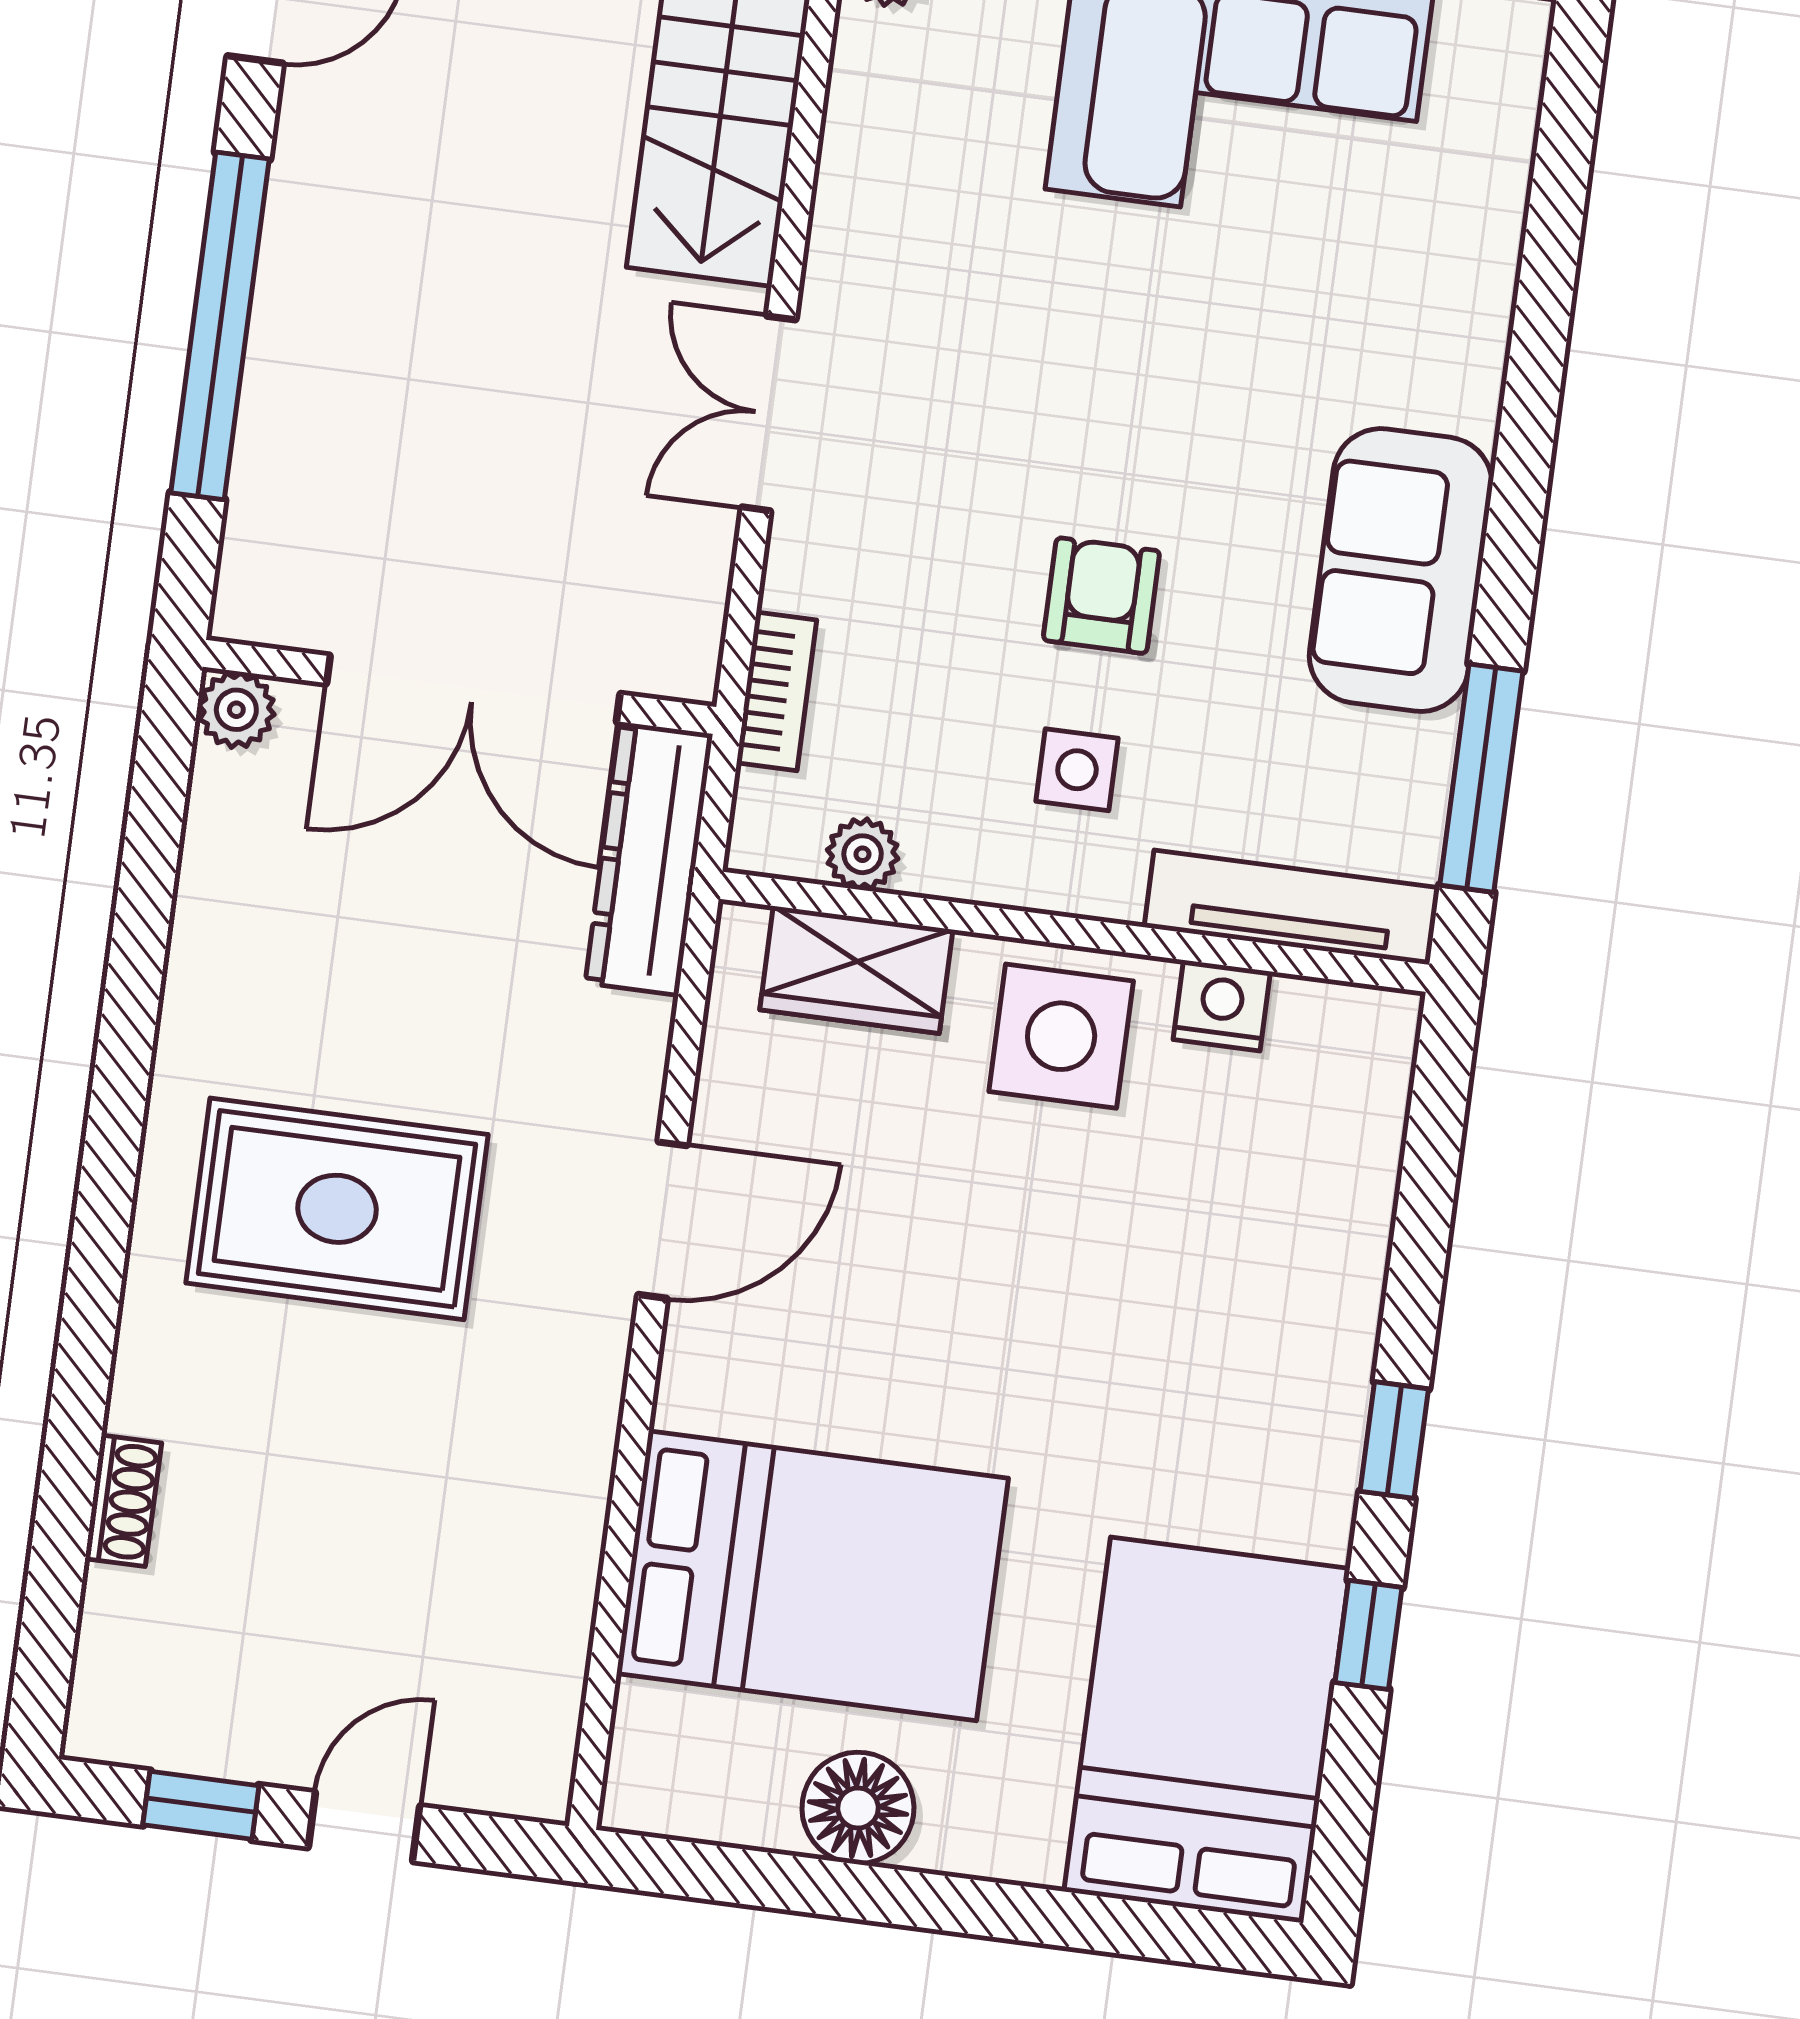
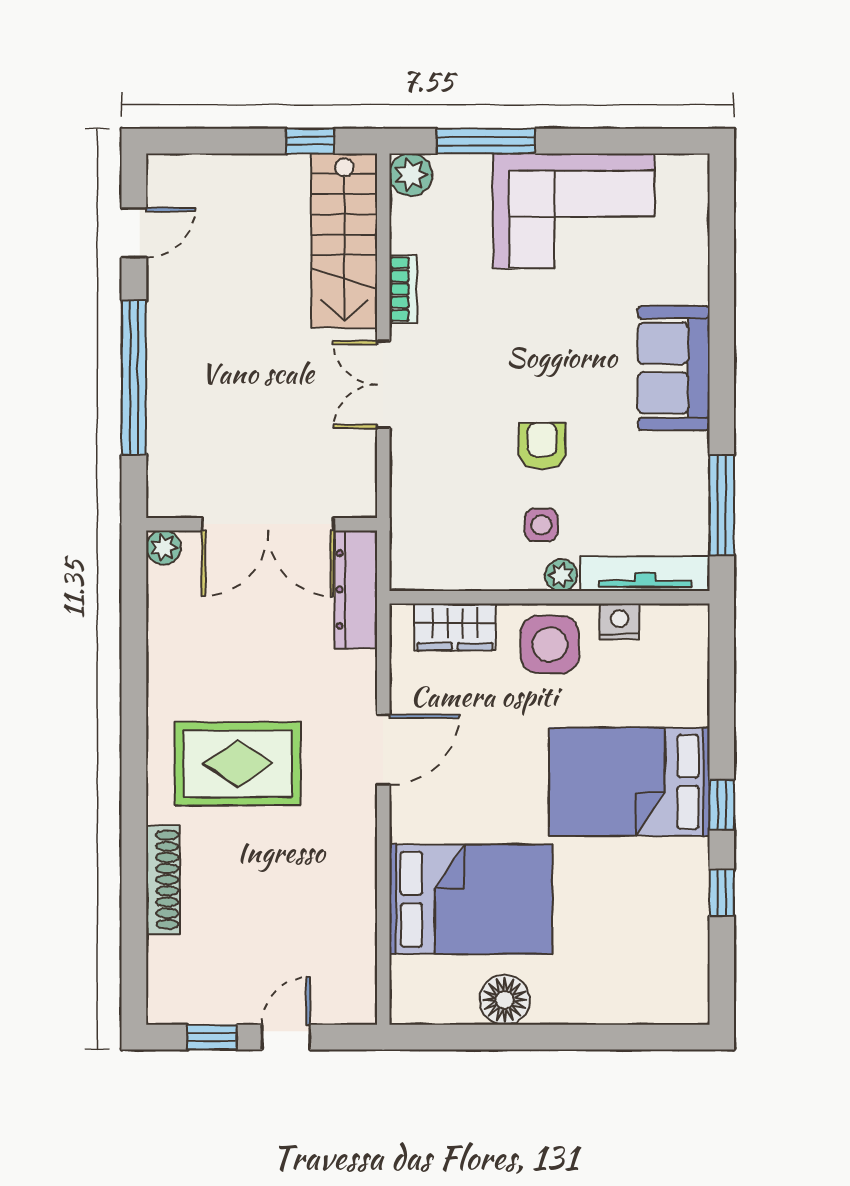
sofa: (1401, 570) -> (674, 368), moved
bookcase: (777, 691) -> (403, 289), moved
plant: (863, 854) -> (561, 575), moved
shoe rack: (123, 1501) -> (163, 880), width x1.94, depth x1.24
bed: (1207, 1730) -> (629, 782), moved, turned -90

